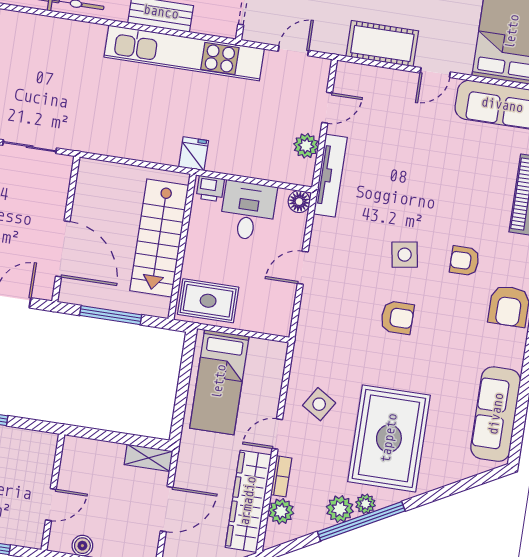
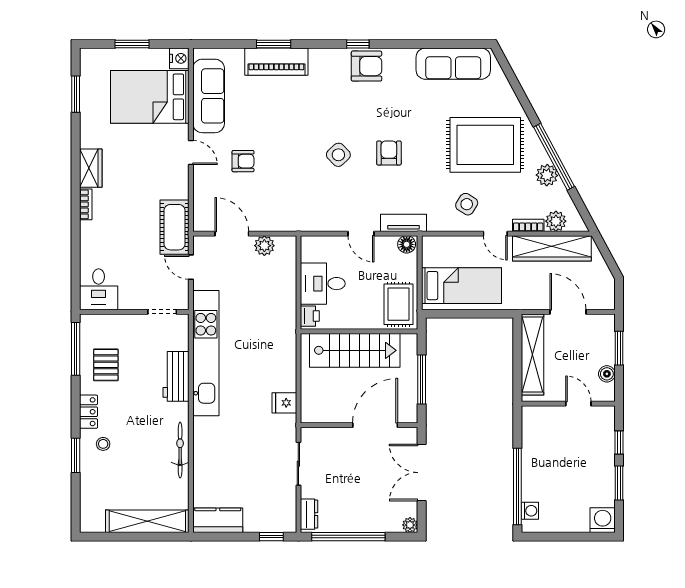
cot: (382, 44) -> (175, 227), moved
door: (327, 108) -> (232, 234), width x1.38
fridge: (194, 154) -> (284, 403), moved
tv unit: (330, 176) -> (403, 223), moved, width x0.71
floor lamp: (299, 202) -> (407, 244), moved
side table: (405, 255) -> (338, 155), turned -35
armchair: (465, 261) -> (243, 161), moved, turned -90
shelving: (149, 458) -> (532, 354), width x2.20, depth x1.33
plant: (365, 504) -> (540, 156), removed

